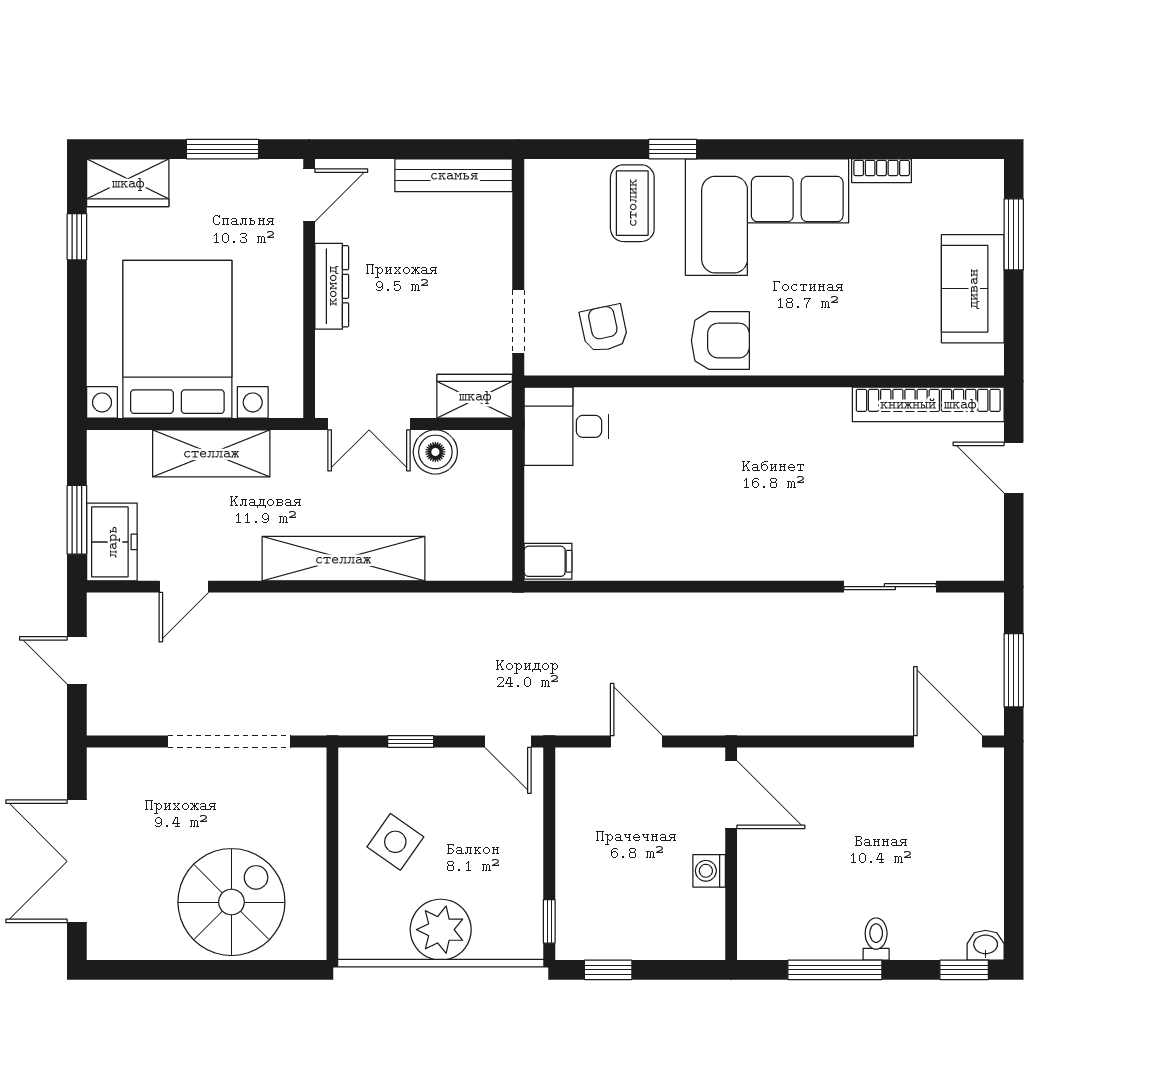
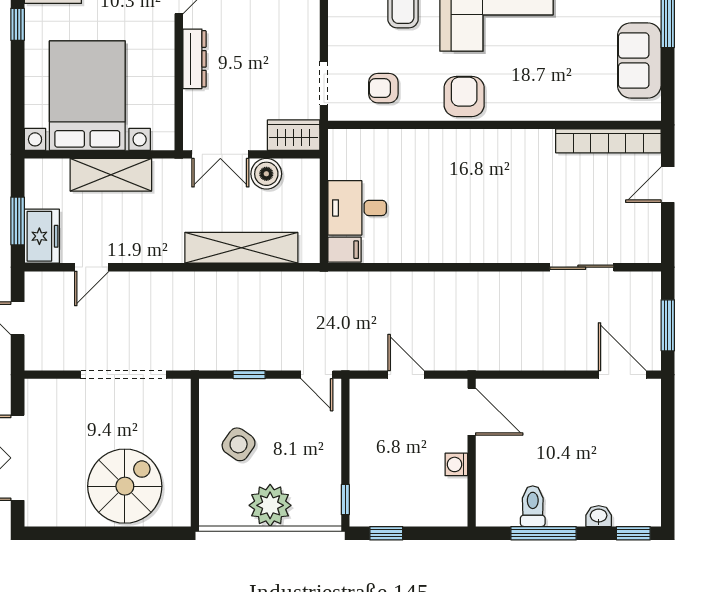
armchair: (604, 328) -> (383, 88), turned -78
armchair: (720, 341) -> (464, 96), turned -90
desk: (566, 426) -> (357, 208), moved
door: (1014, 468) -> (668, 185), hinge flipped
shelving: (343, 559) -> (241, 248), moved
toilet: (876, 939) -> (533, 506), moved, width x1.37, depth x1.39
washbasin: (986, 945) -> (599, 516), moved

